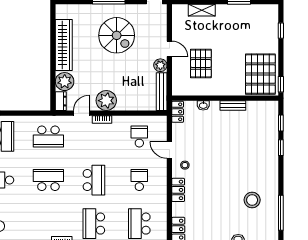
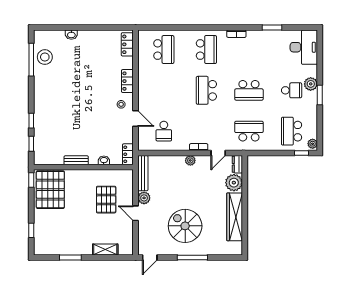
plant: (106, 101) -> (190, 160), width x0.53, depth x0.53
school desk: (139, 180) -> (164, 90), removed
stool: (252, 200) -> (45, 57), moved

